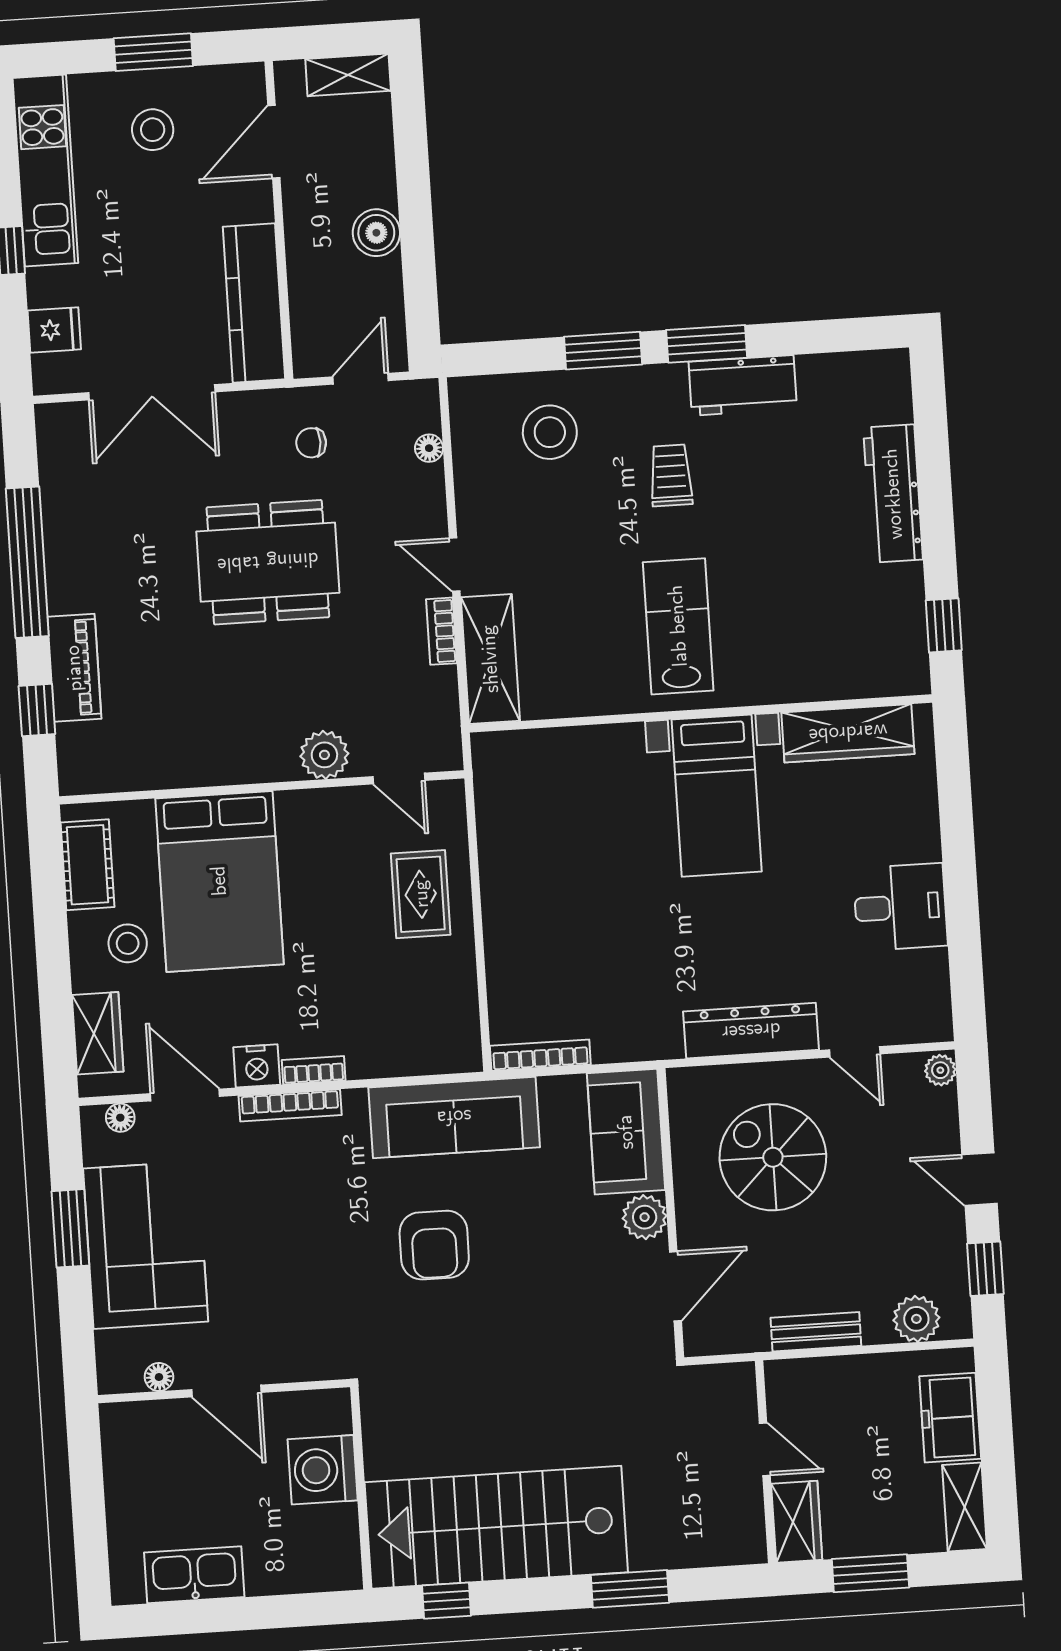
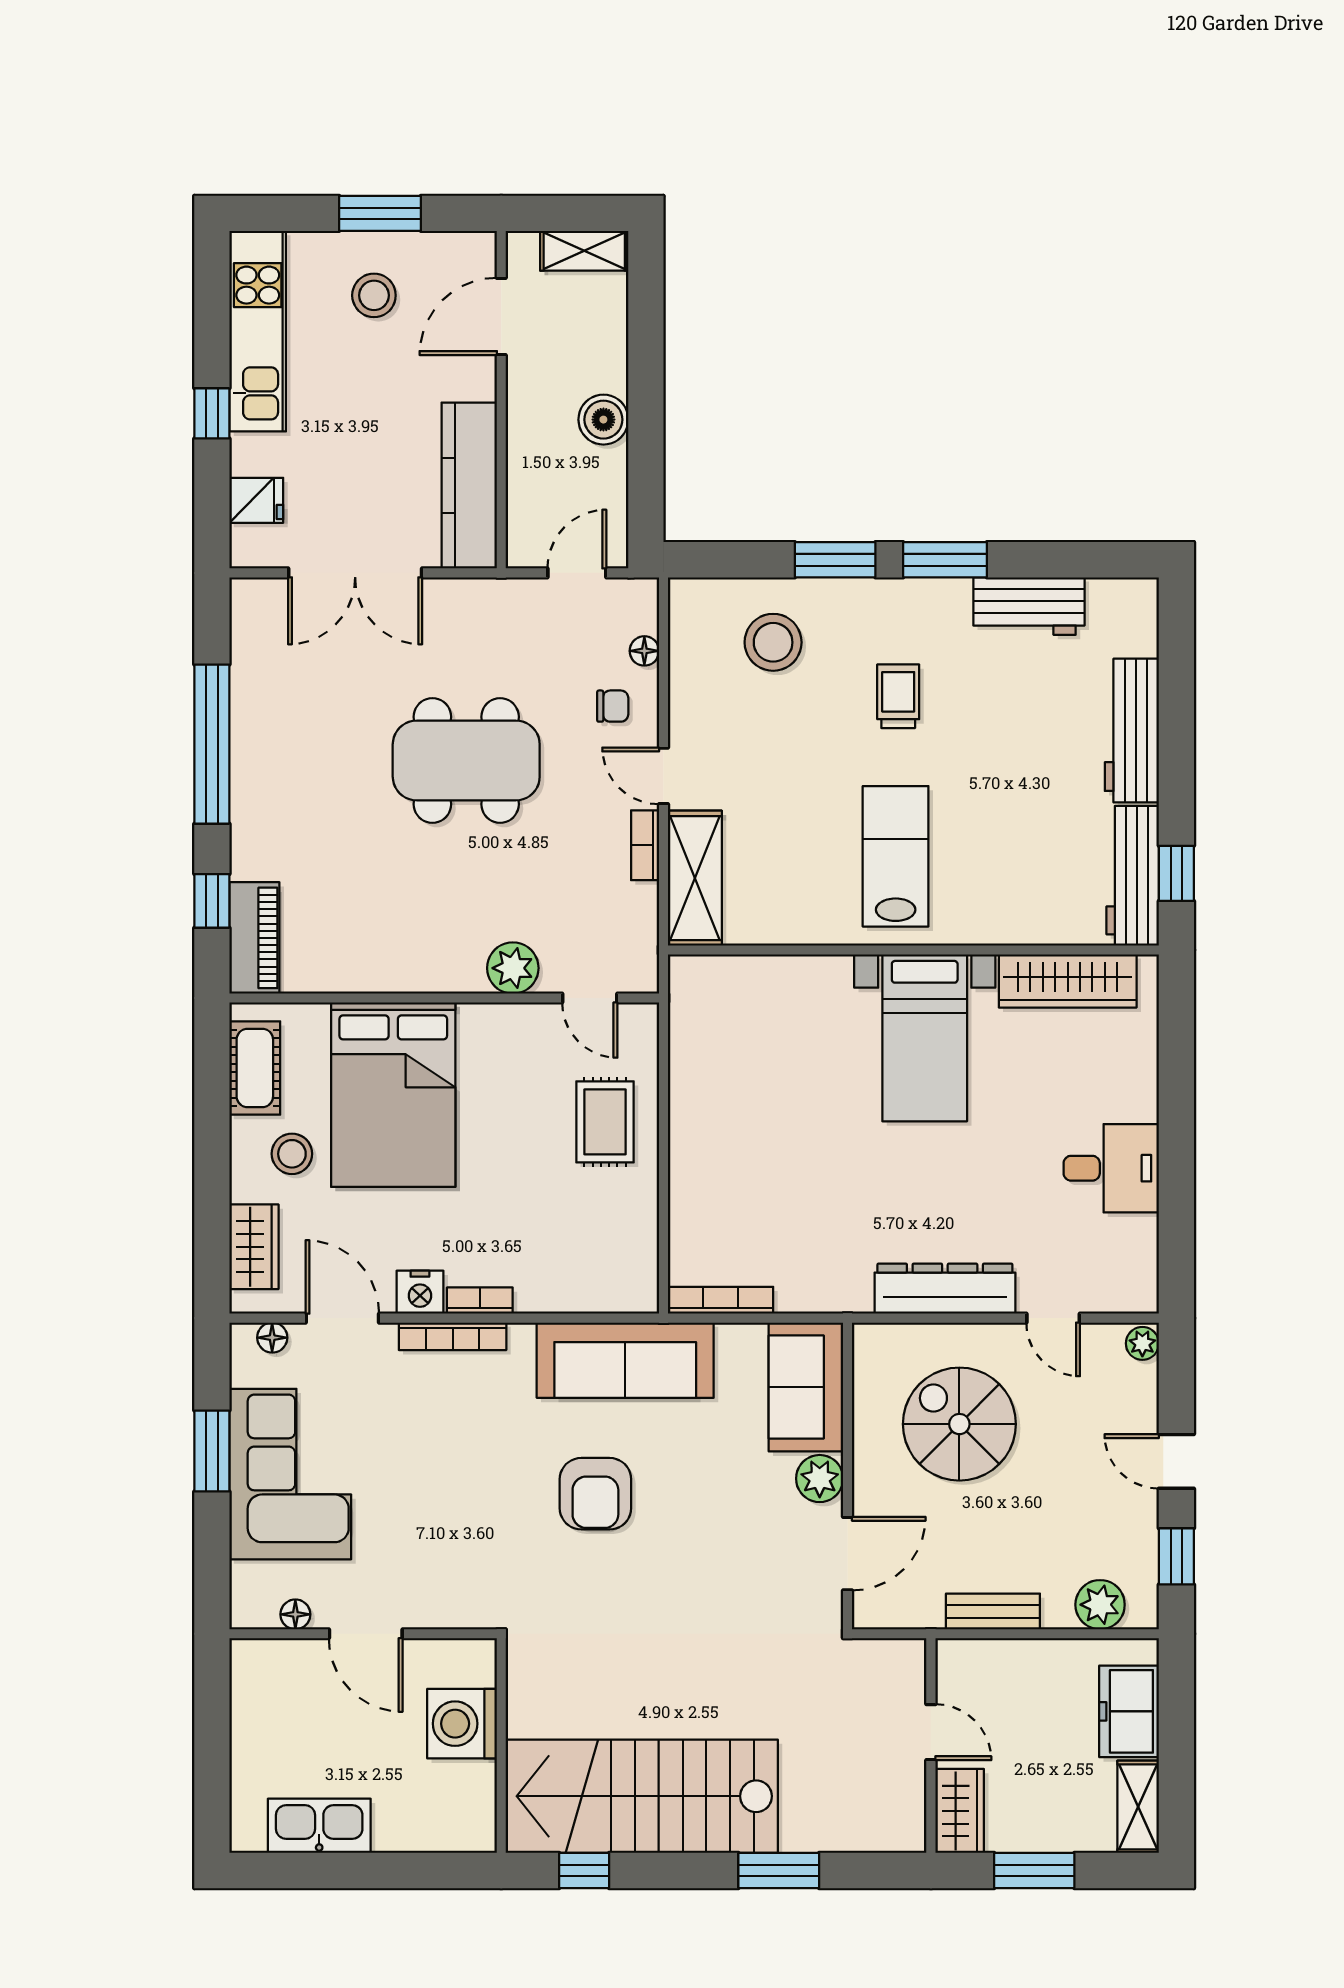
workbench: (743, 385) -> (1029, 606), moved
chair: (311, 443) -> (613, 706), moved, turned 180
workbench: (903, 630) -> (1133, 876), added
piano: (74, 668) -> (254, 938), moved

